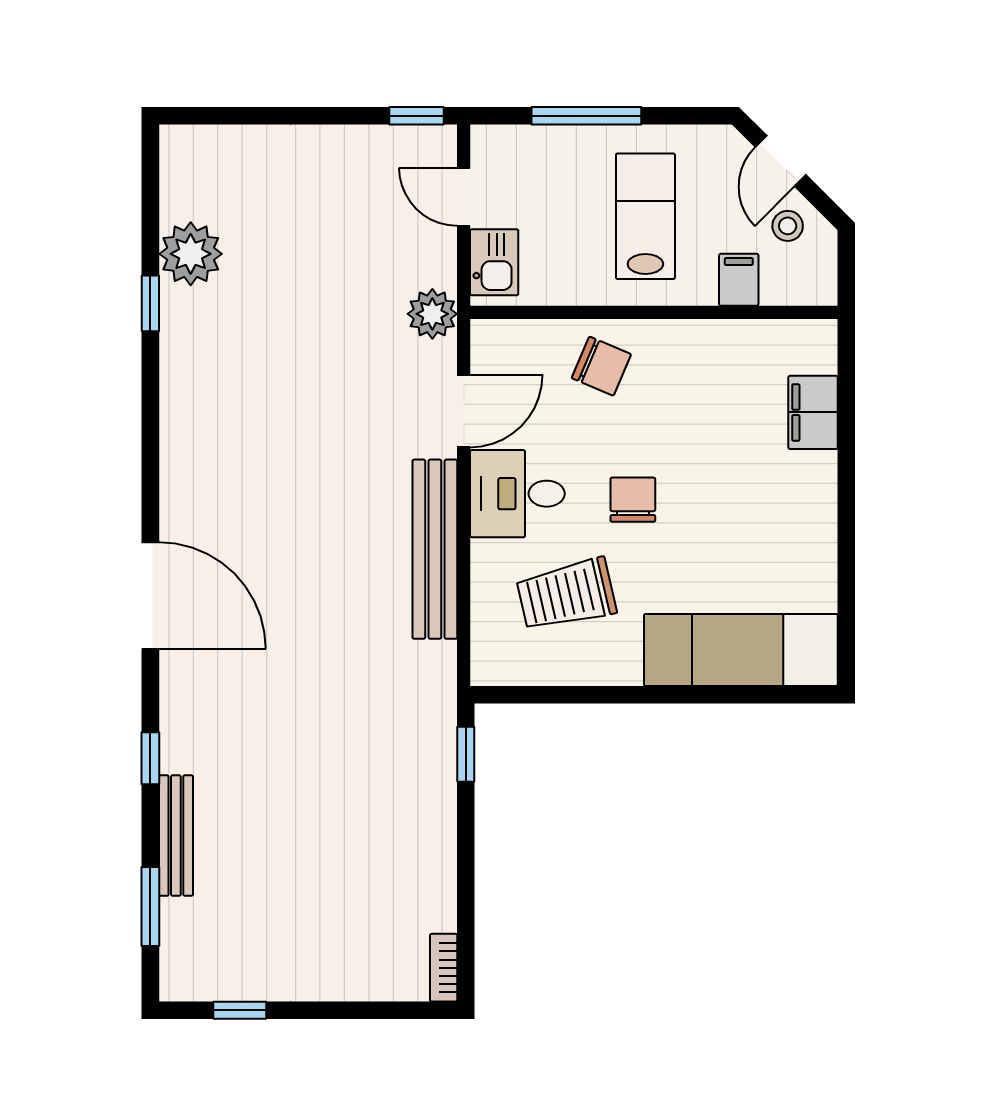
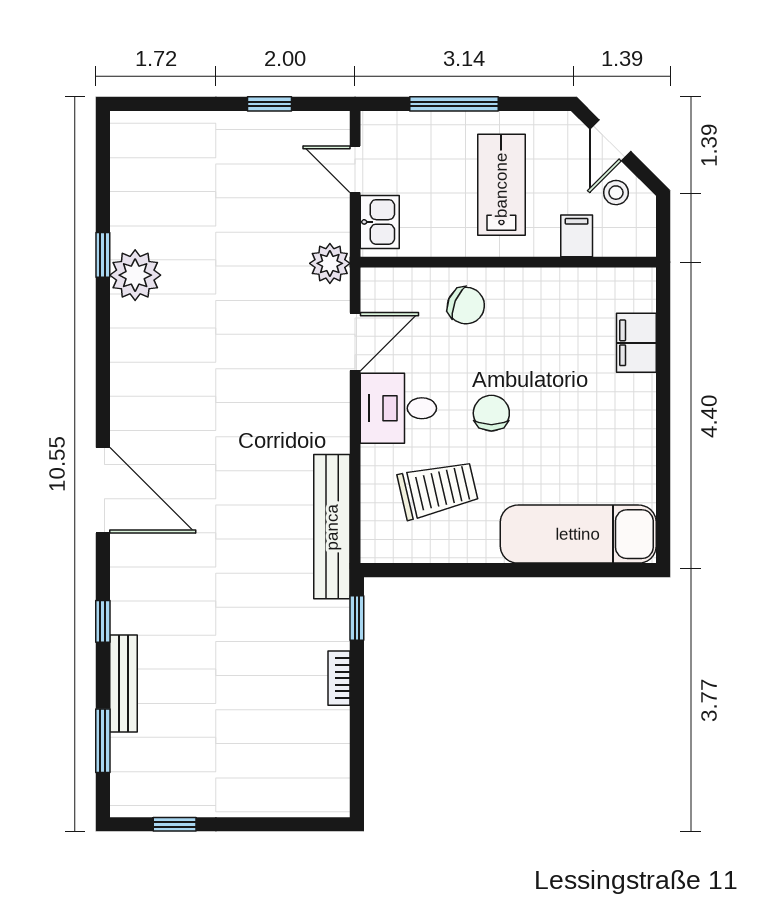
window: (417, 116) -> (269, 104), moved
plant: (191, 254) -> (135, 275), moved
bench: (435, 549) -> (332, 527), moved
trolley: (566, 595) -> (438, 489), turned 180
bookcase: (444, 968) -> (339, 678), moved

